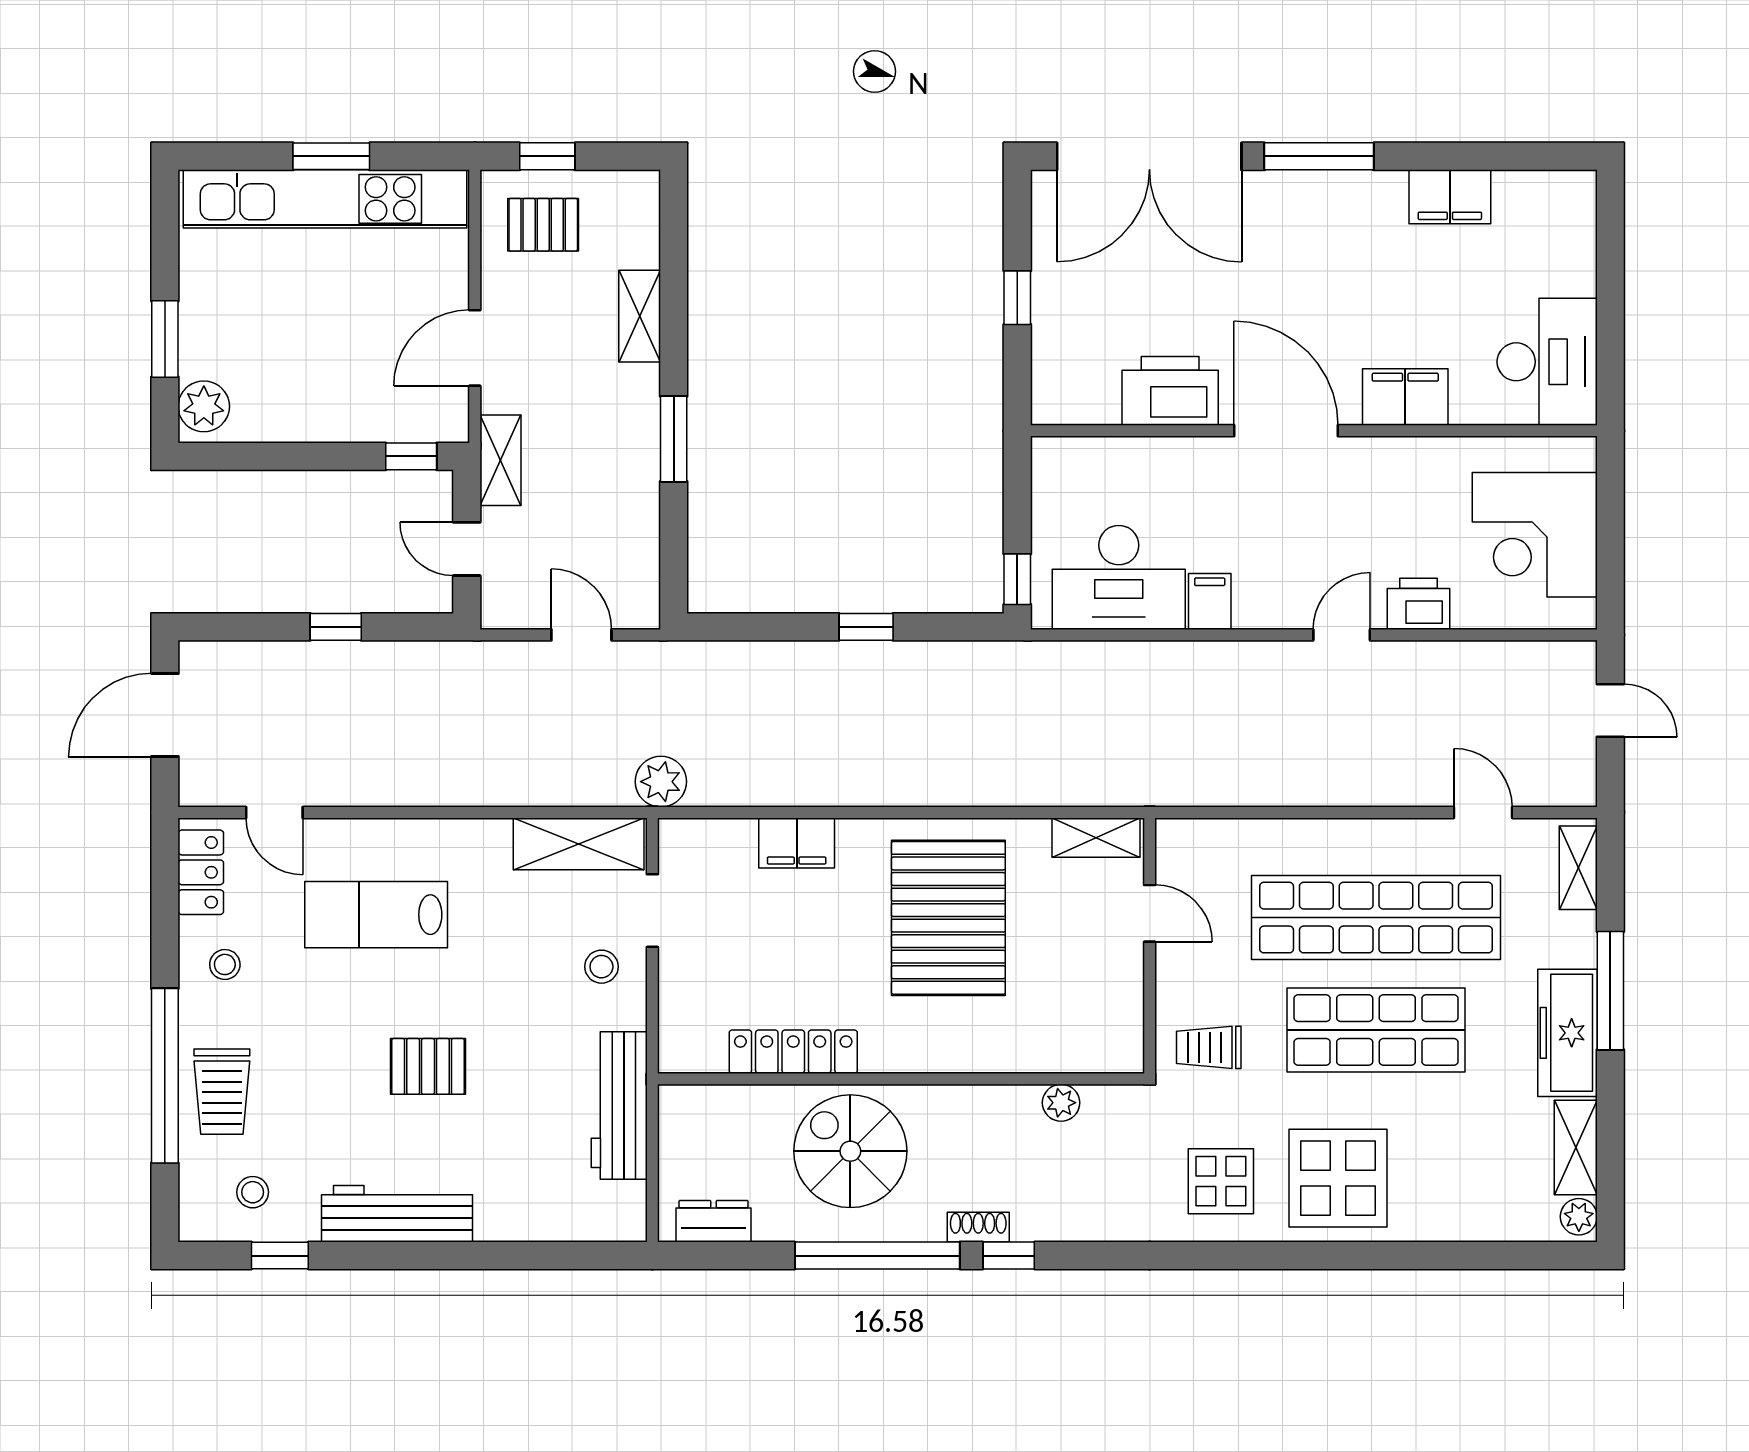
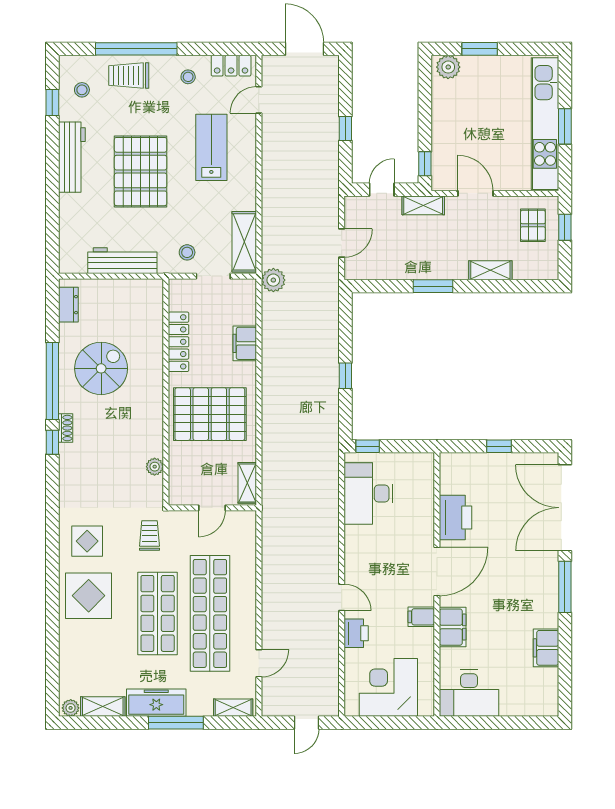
filing cabinet: (1210, 601) -> (421, 617), moved, turned 180
locker: (793, 1052) -> (179, 342), moved
pallet: (428, 1066) -> (141, 172), width x2.05, depth x2.00
wall: (901, 1079) -> (166, 392), moved
plant: (1061, 1103) -> (155, 467), moved

